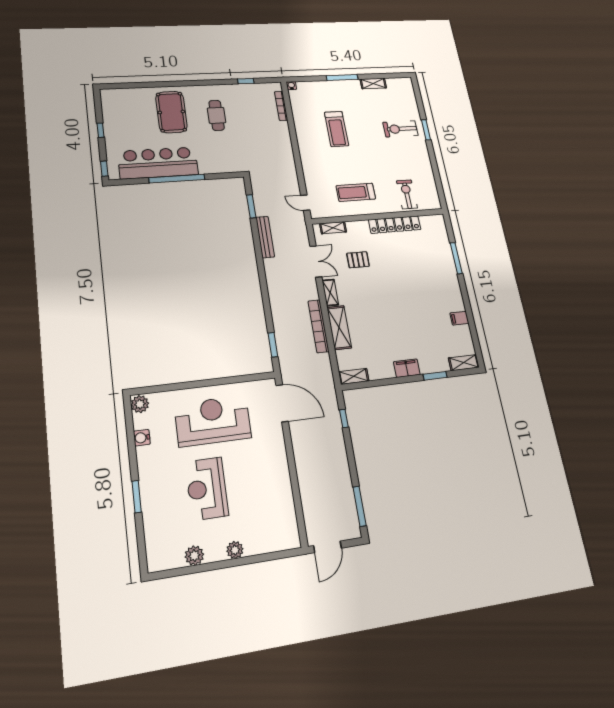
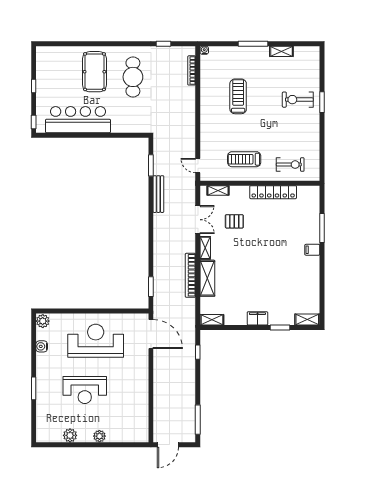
cafe table: (217, 115) -> (133, 77), width x1.37, depth x1.35
treadmill: (336, 129) -> (238, 96), turned 180
window: (177, 179) -> (92, 135), removed
exercise bike: (407, 194) -> (290, 165), turned 90
filing cabinet: (459, 318) -> (312, 250), moved
reception desk: (207, 489) -> (85, 390), turned -90

